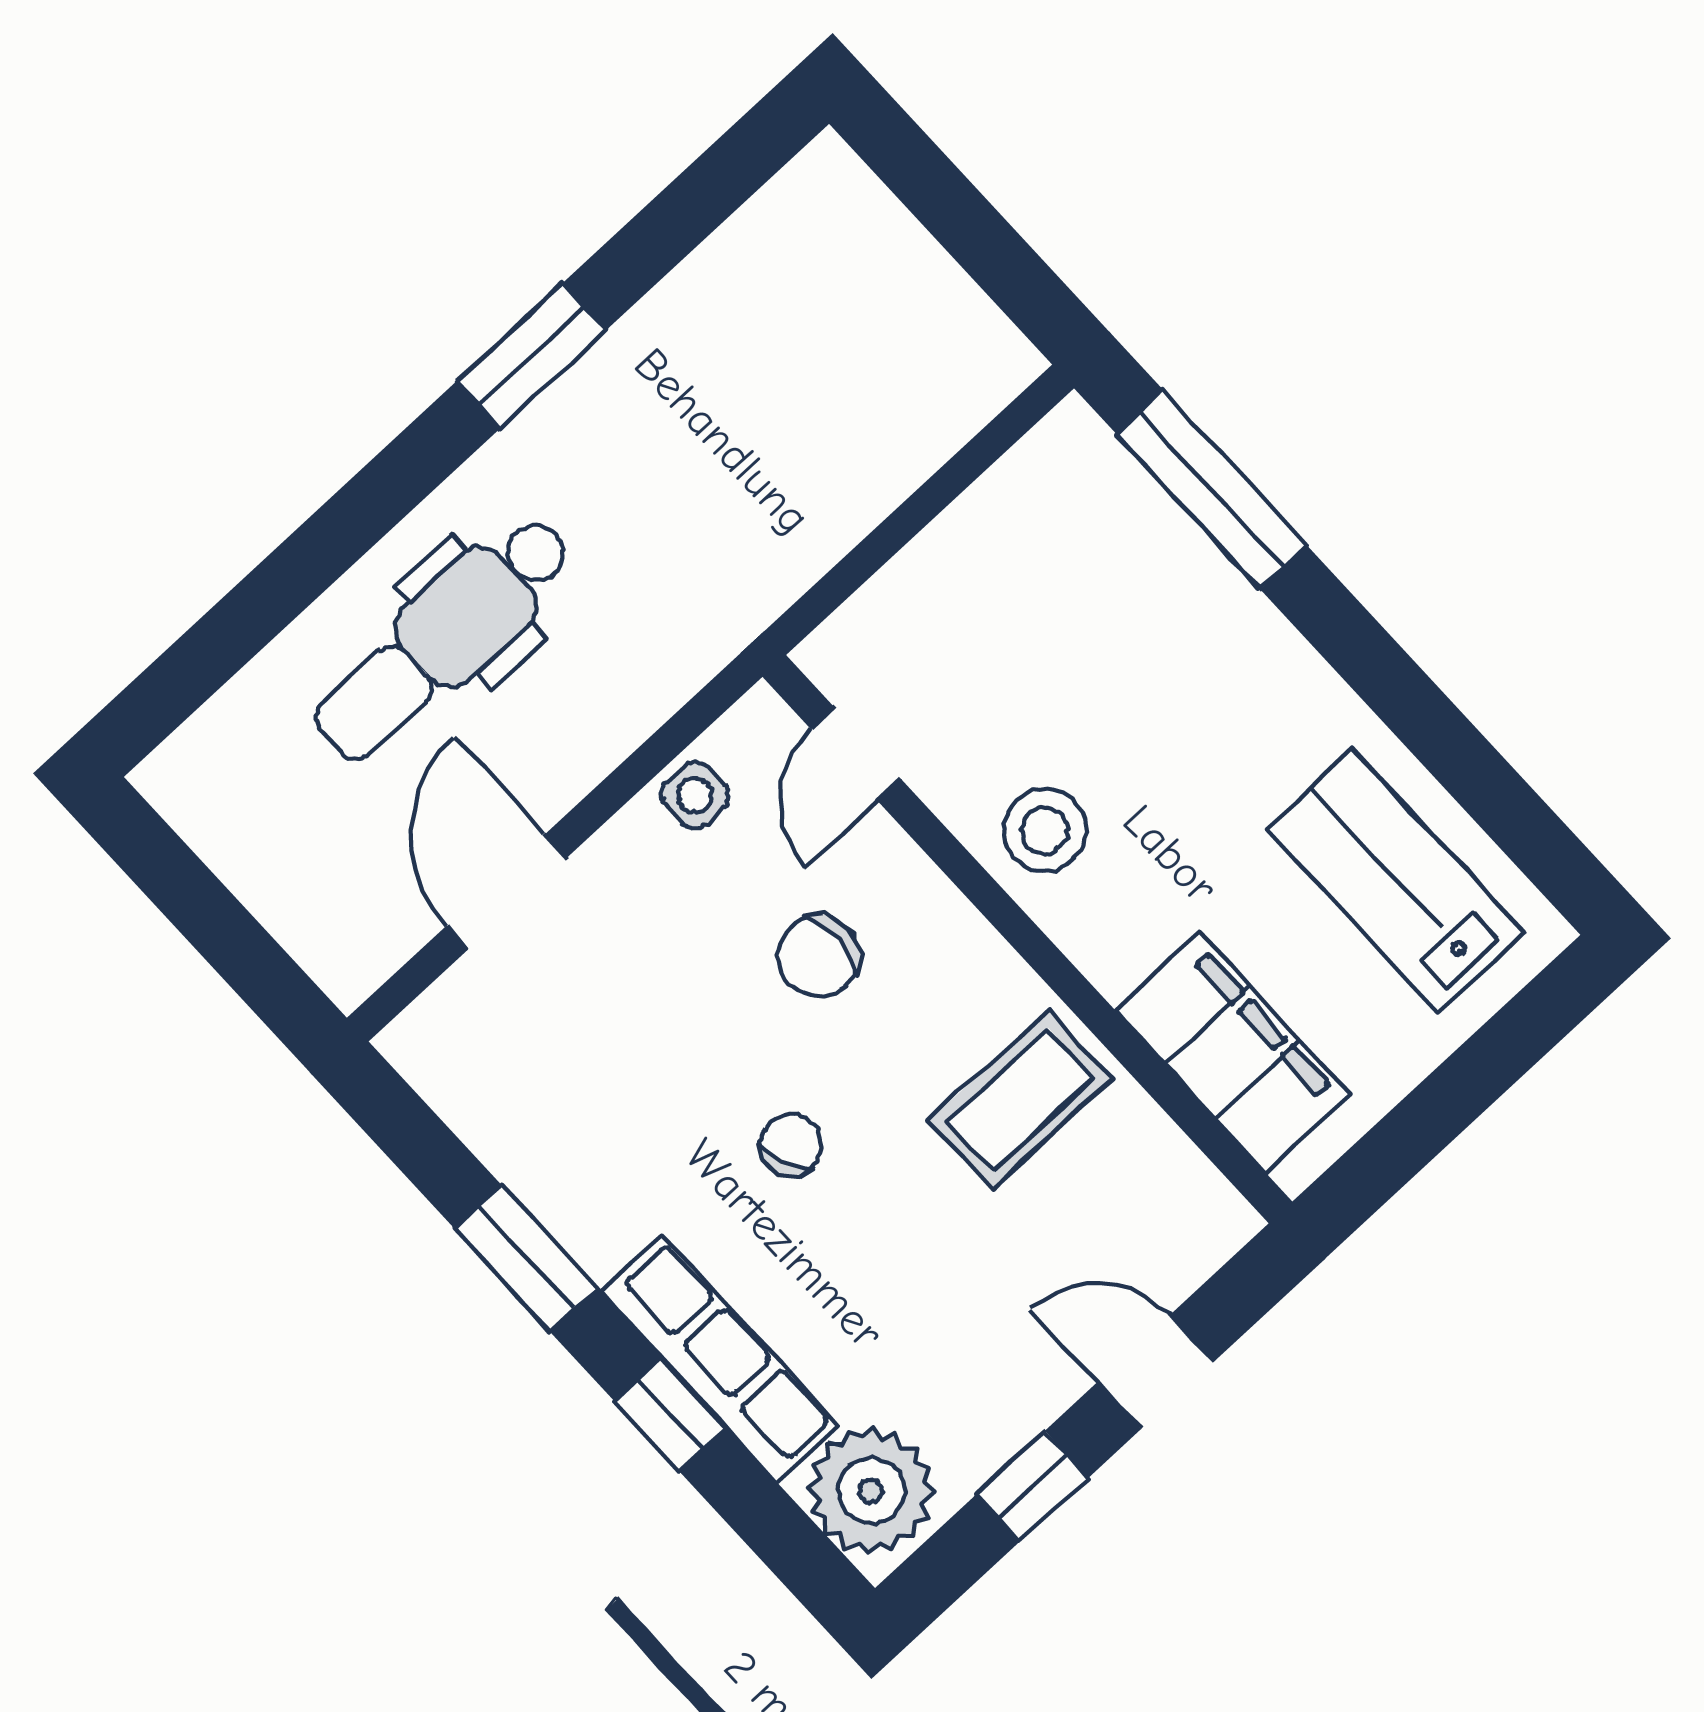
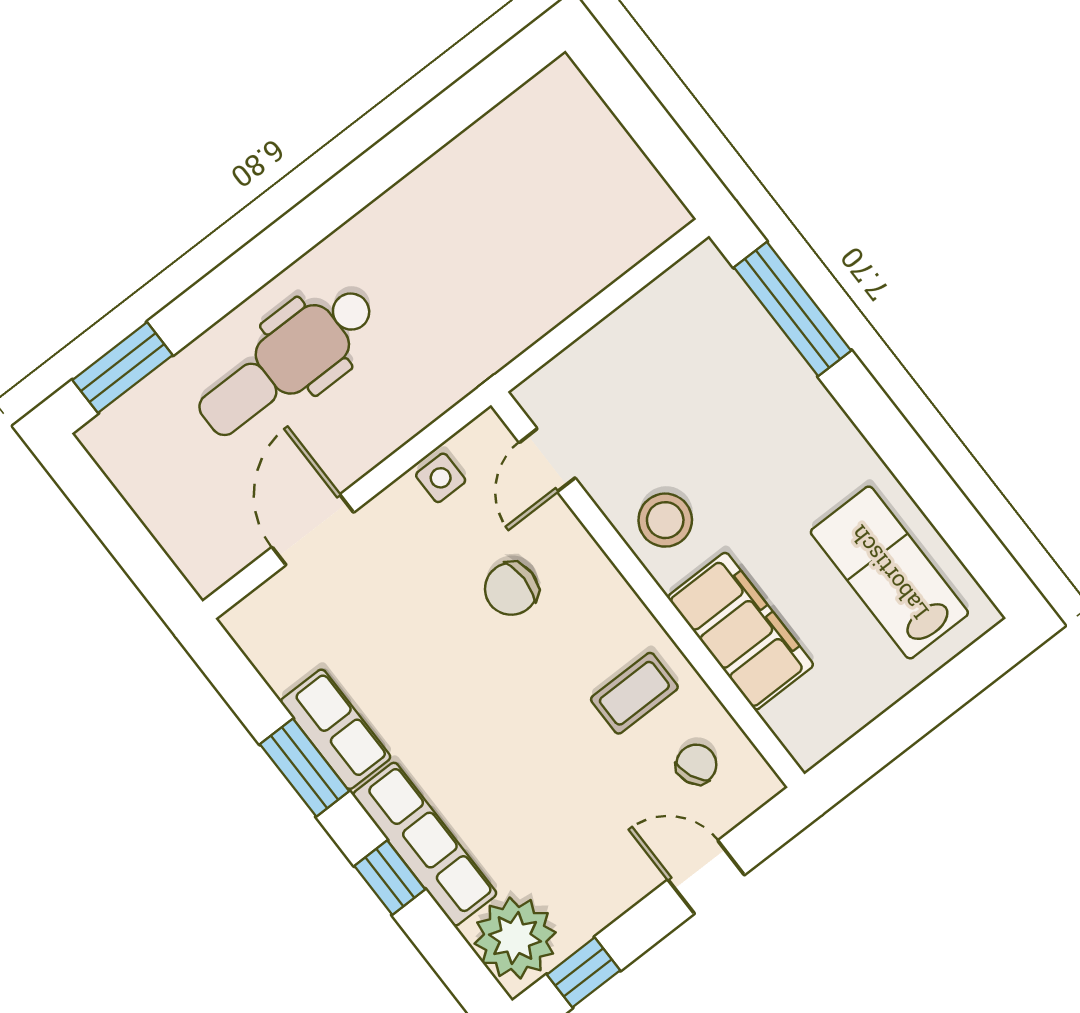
window: (531, 356) -> (122, 368), moved
filing cabinet: (1233, 1052) -> (741, 631), moved
coffee table: (1021, 1100) -> (634, 693), width x0.73, depth x0.77
chair: (791, 1145) -> (696, 764), moved
row of seats: (568, 1195) -> (336, 729), added
window: (1032, 1486) -> (583, 972), moved

